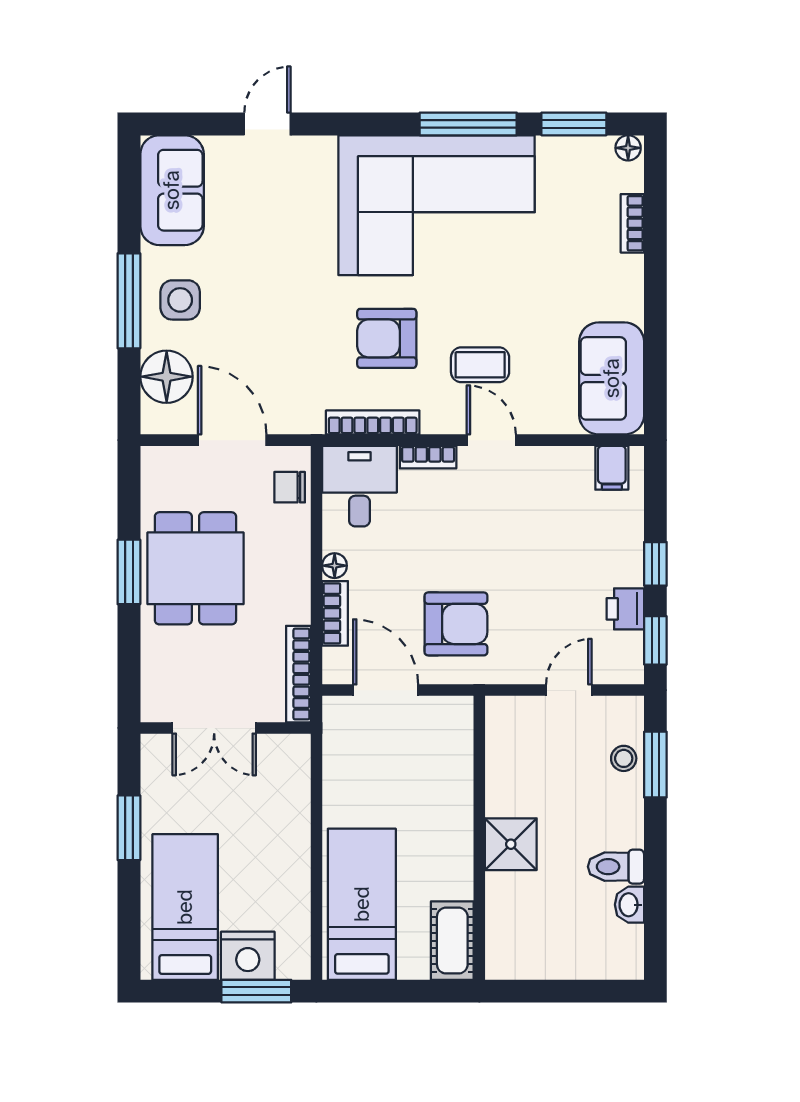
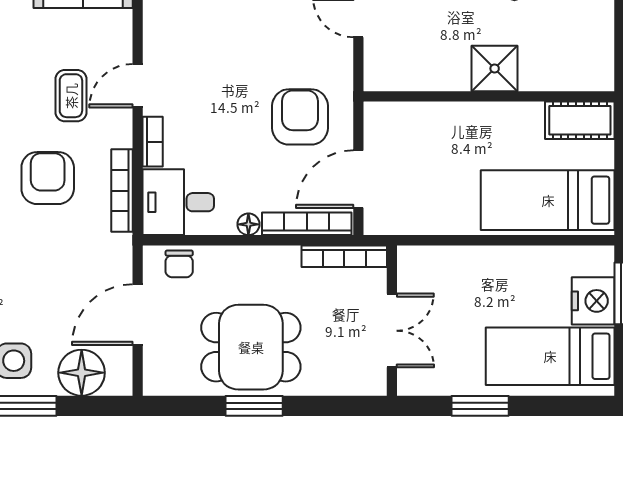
armchair: (387, 338) -> (48, 178), turned 180
bookcase: (335, 613) -> (307, 224), width x1.56

